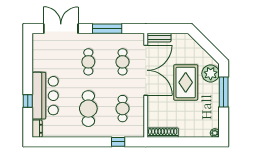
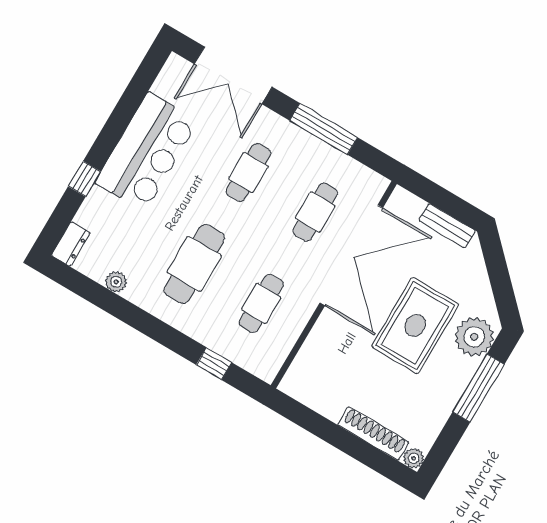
double door: (61, 29) -> (233, 75), swing flipped
bench: (159, 38) -> (447, 226), moved
bar counter: (45, 96) -> (147, 152), moved
plant: (63, 133) -> (116, 282), added
shoe rack: (163, 133) -> (373, 433), moved

